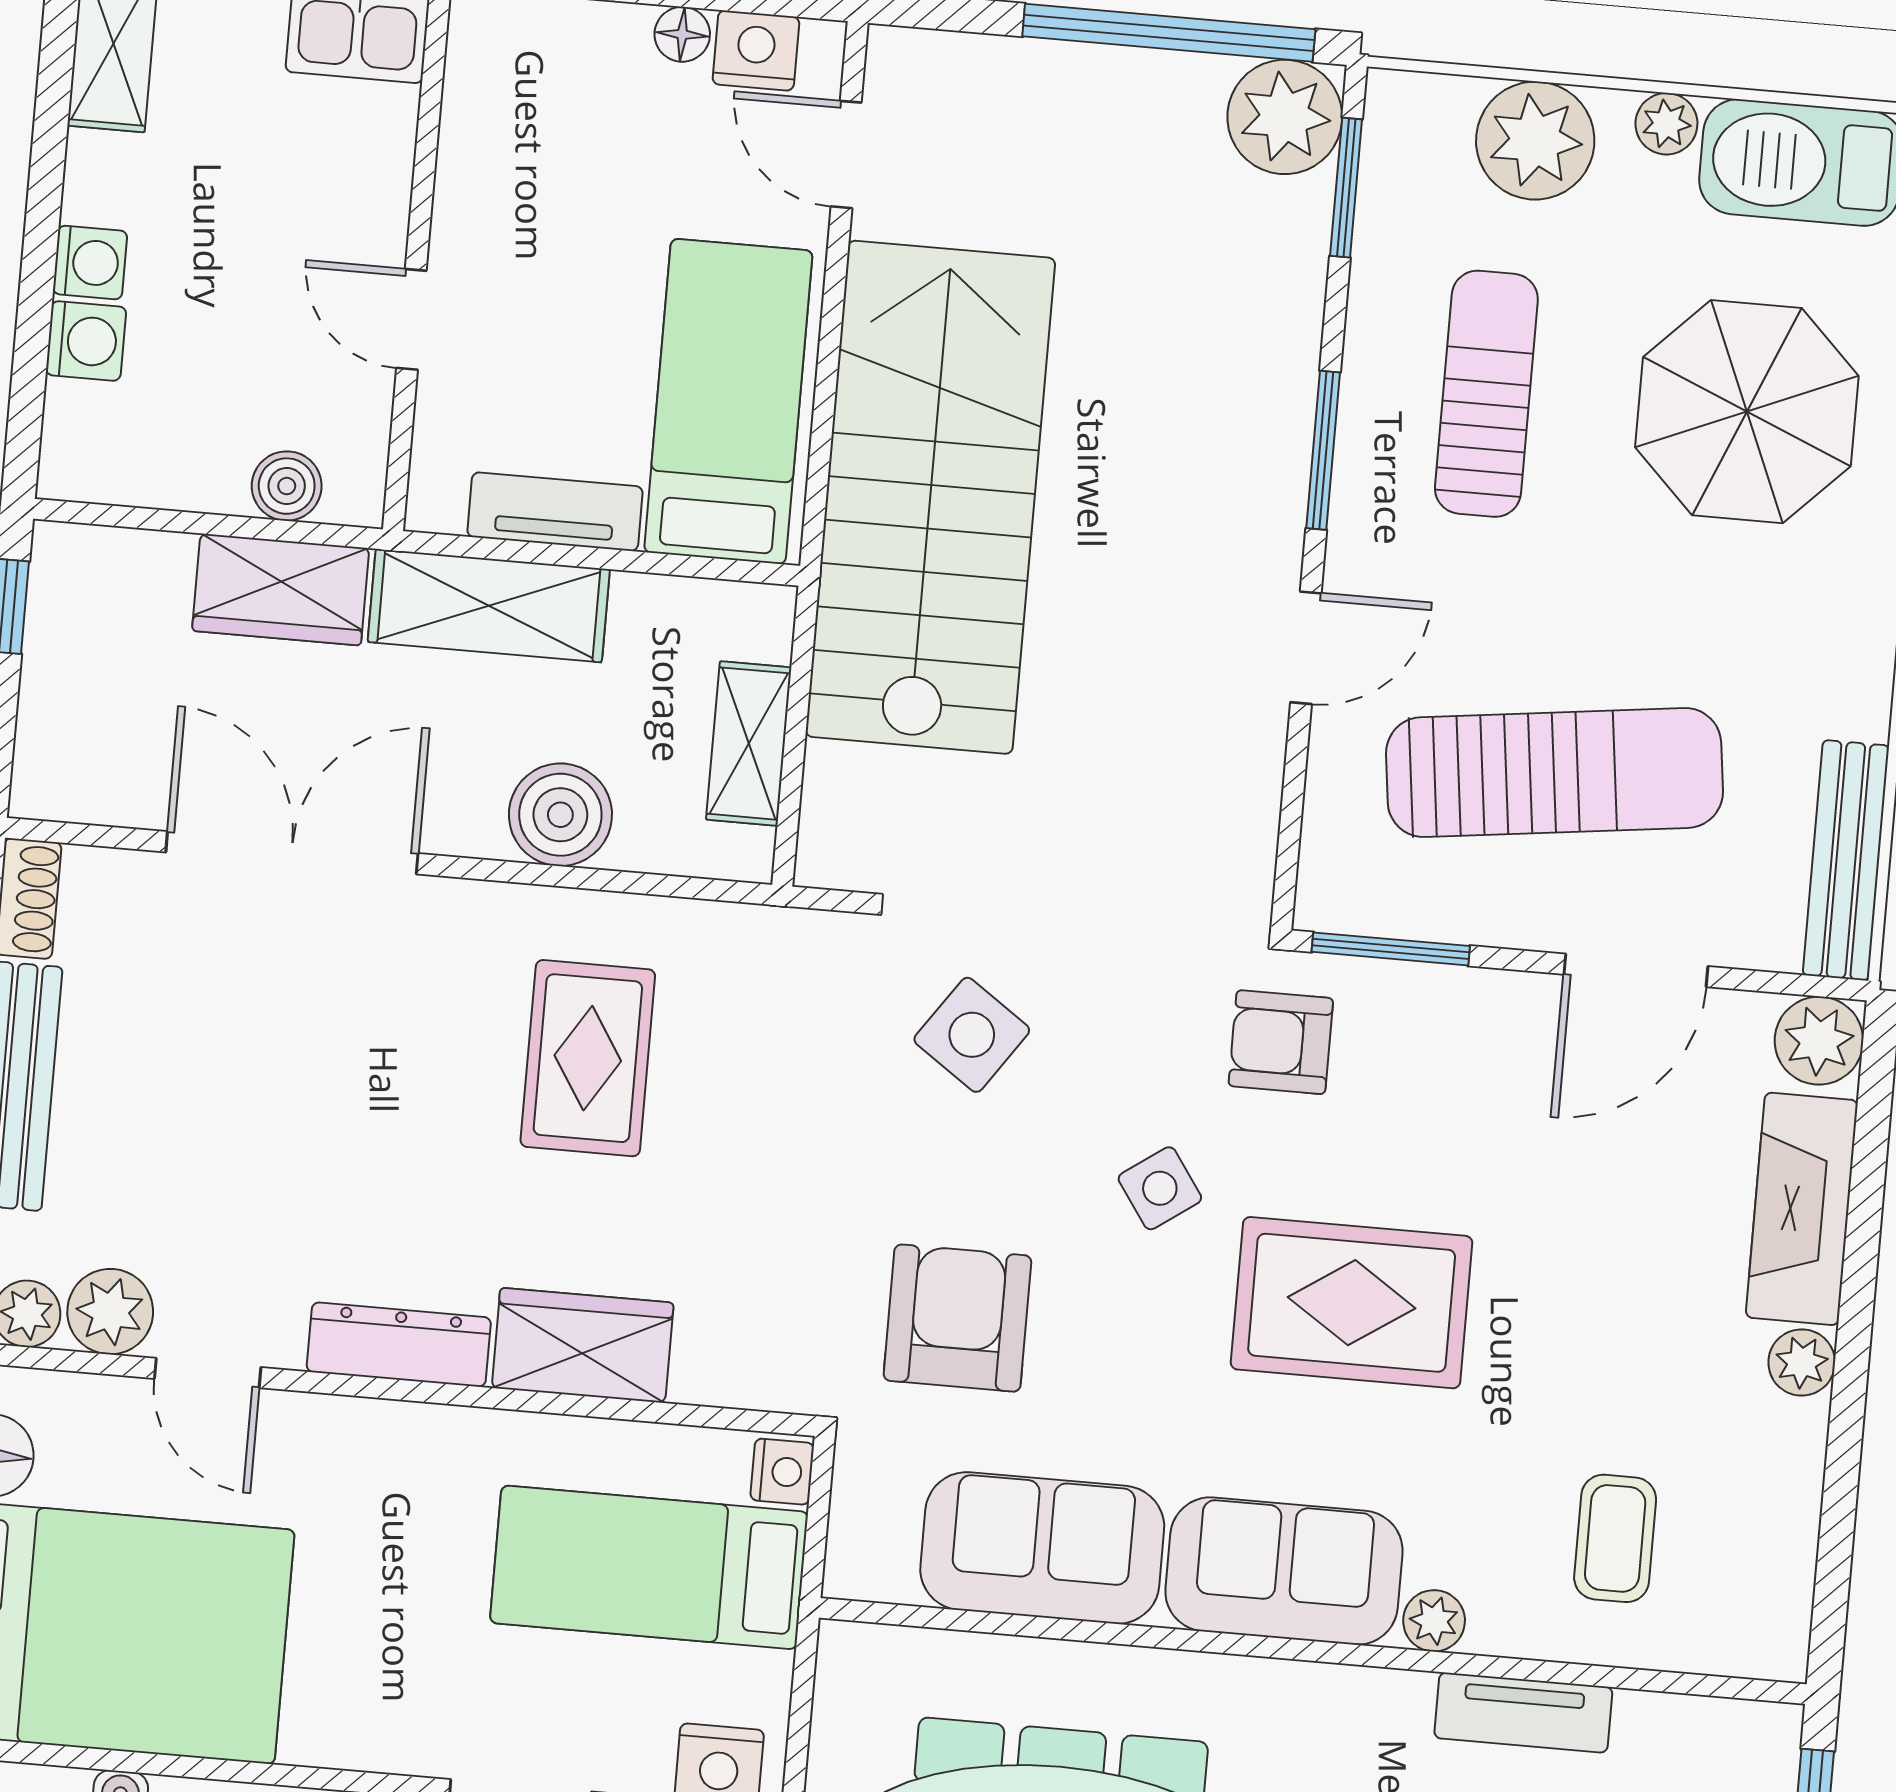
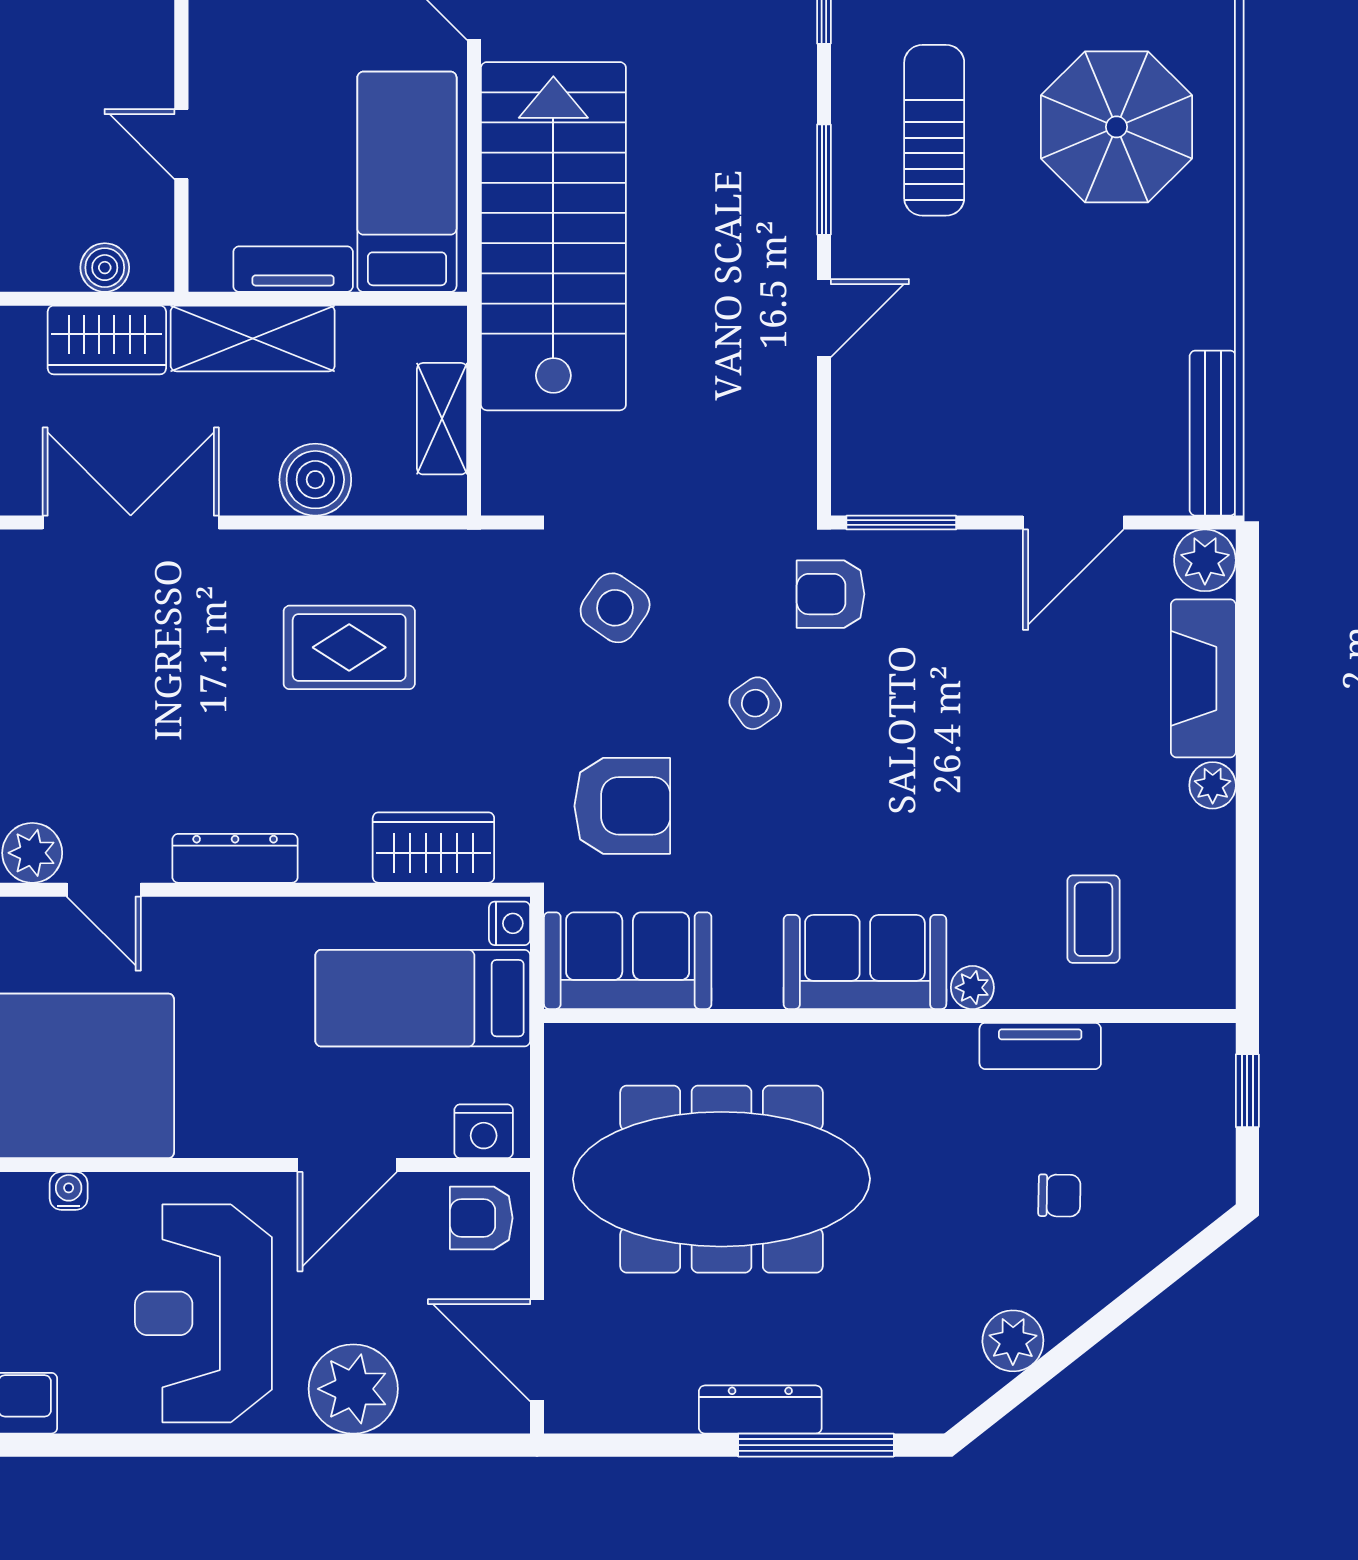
sun lounger: (1554, 773) -> (1005, 390), removed
rug: (588, 1058) -> (349, 647), turned 90
rug: (1352, 1303) -> (896, 771), removed
armchair: (957, 1318) -> (622, 806), turned 90
wardrobe: (583, 1345) -> (433, 848), moved
sofa: (1042, 1548) -> (628, 961), moved

